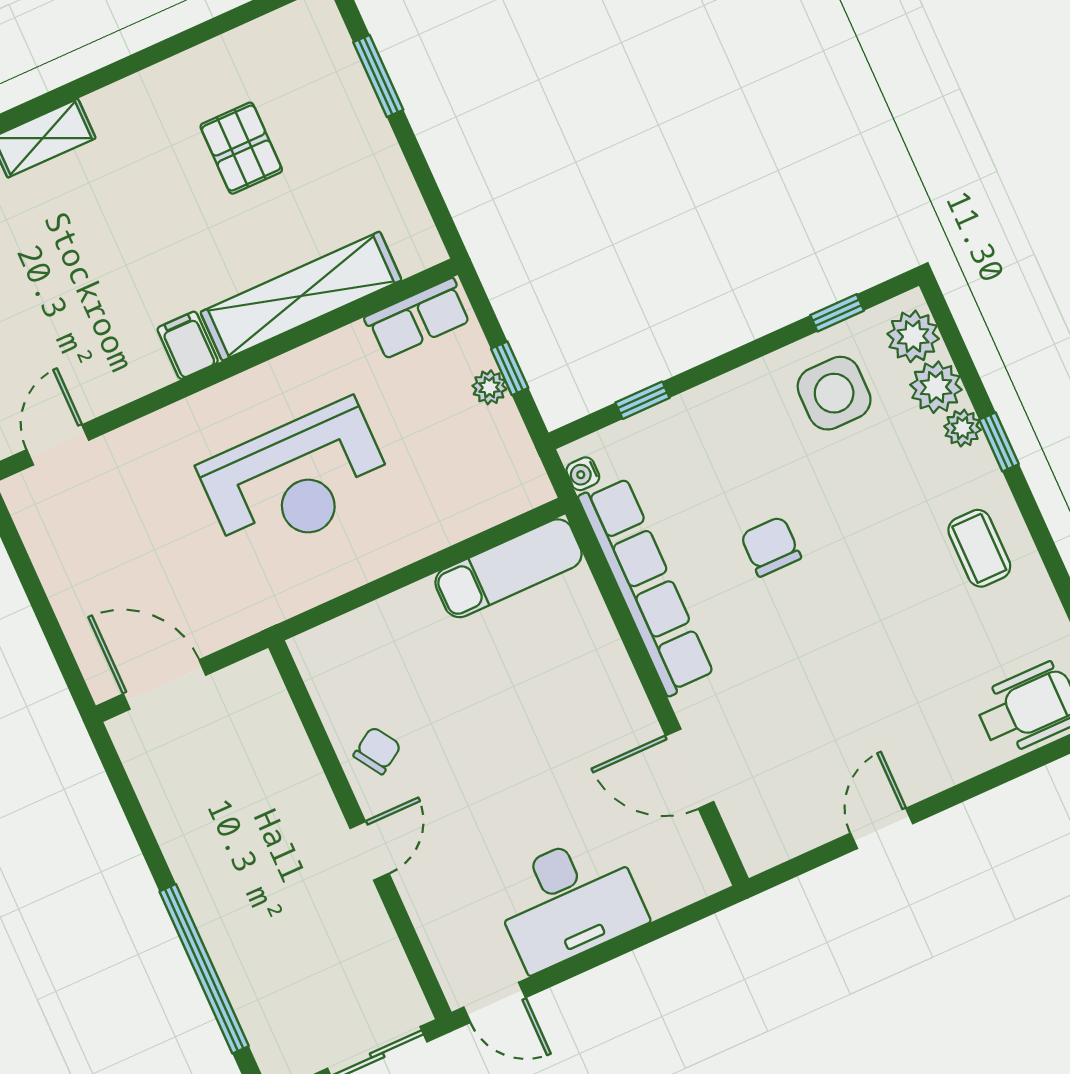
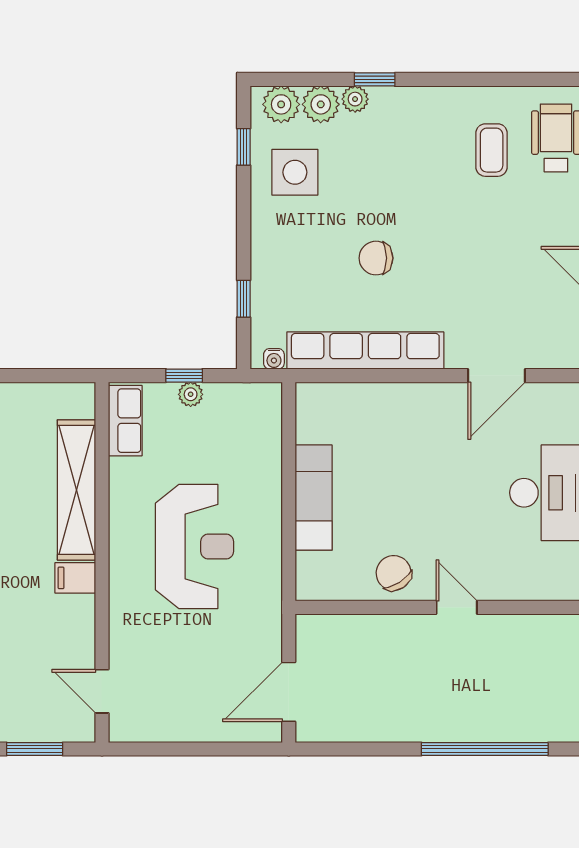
coffee table: (979, 548) -> (492, 150), moved, turned 90
exam couch: (509, 568) -> (314, 498), moved
chair: (377, 751) -> (394, 573), width x1.37, depth x1.37

